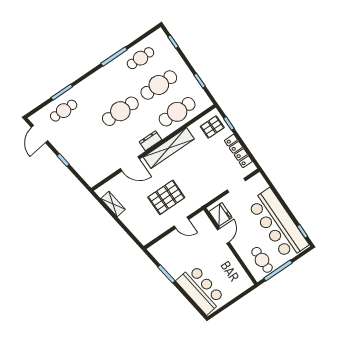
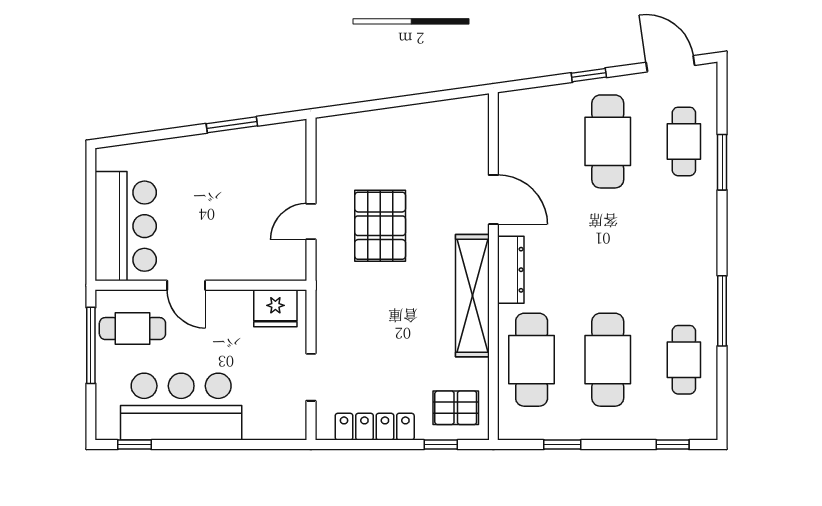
cafe table: (120, 111) -> (608, 141), moved
pallet: (212, 127) -> (456, 408), turned 90
dresser: (150, 141) -> (511, 270), width x1.44
door: (130, 164) -> (493, 200), swing flipped
shelving: (113, 204) -> (438, 114), removed
bar counter: (278, 224) -> (181, 407), width x0.73
door: (223, 236) -> (186, 285), moved
bar counter: (201, 290) -> (126, 226), moved, turned -82

